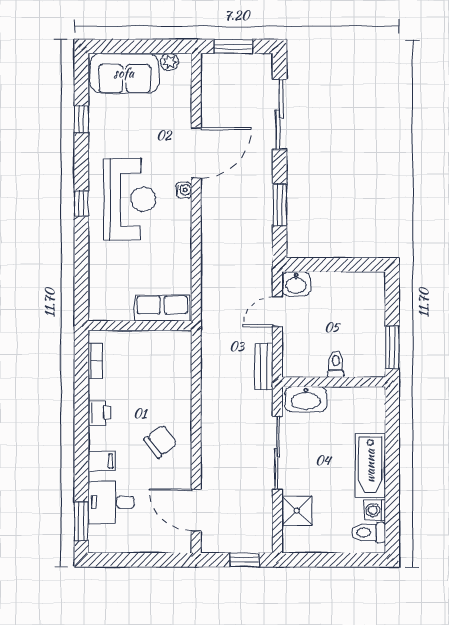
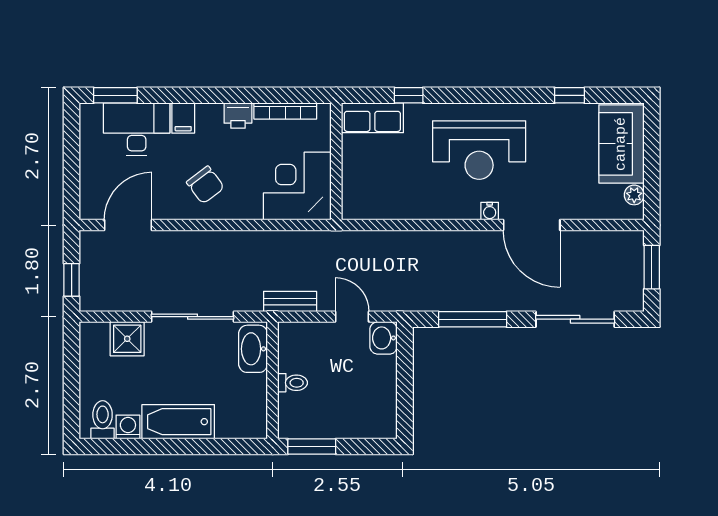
window: (81, 203) -> (409, 95), moved
window: (280, 205) -> (473, 319), width x1.44
row of seats: (162, 308) -> (372, 118), moved, turned 90
corner desk: (162, 360) -> (297, 186), added
bookcase: (95, 361) -> (285, 111), width x1.56
desk: (111, 502) -> (137, 129), width x1.37

